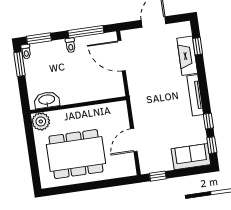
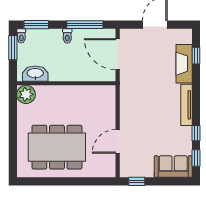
washbasin: (47, 100) -> (35, 74), moved
wall: (78, 105) -> (66, 83), moved
plant: (41, 121) -> (26, 94), moved

